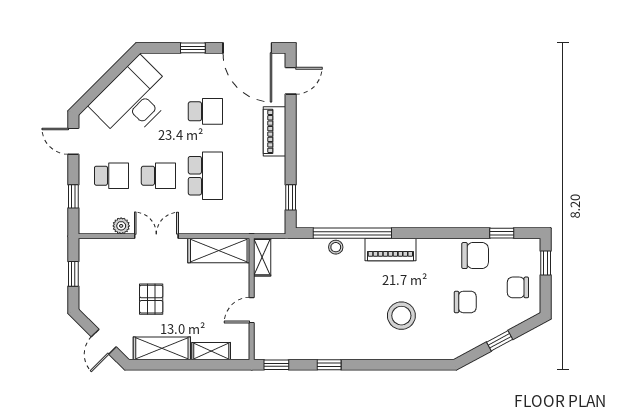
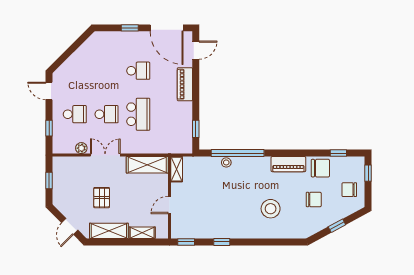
desk: (133, 99) -> (89, 63), removed
piano: (390, 250) -> (288, 164), moved

